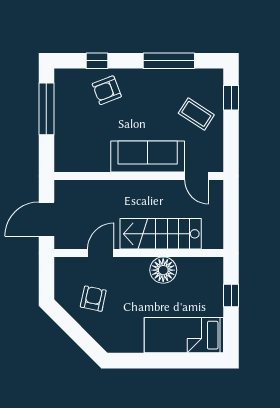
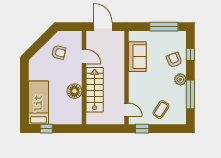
plant: (142, 79) -> (180, 79), added
window: (231, 98) -> (142, 129), moved
sofa: (148, 157) -> (137, 57), moved, width x0.73
door: (197, 176) -> (127, 110), swing flipped
window: (231, 296) -> (46, 129), moved

